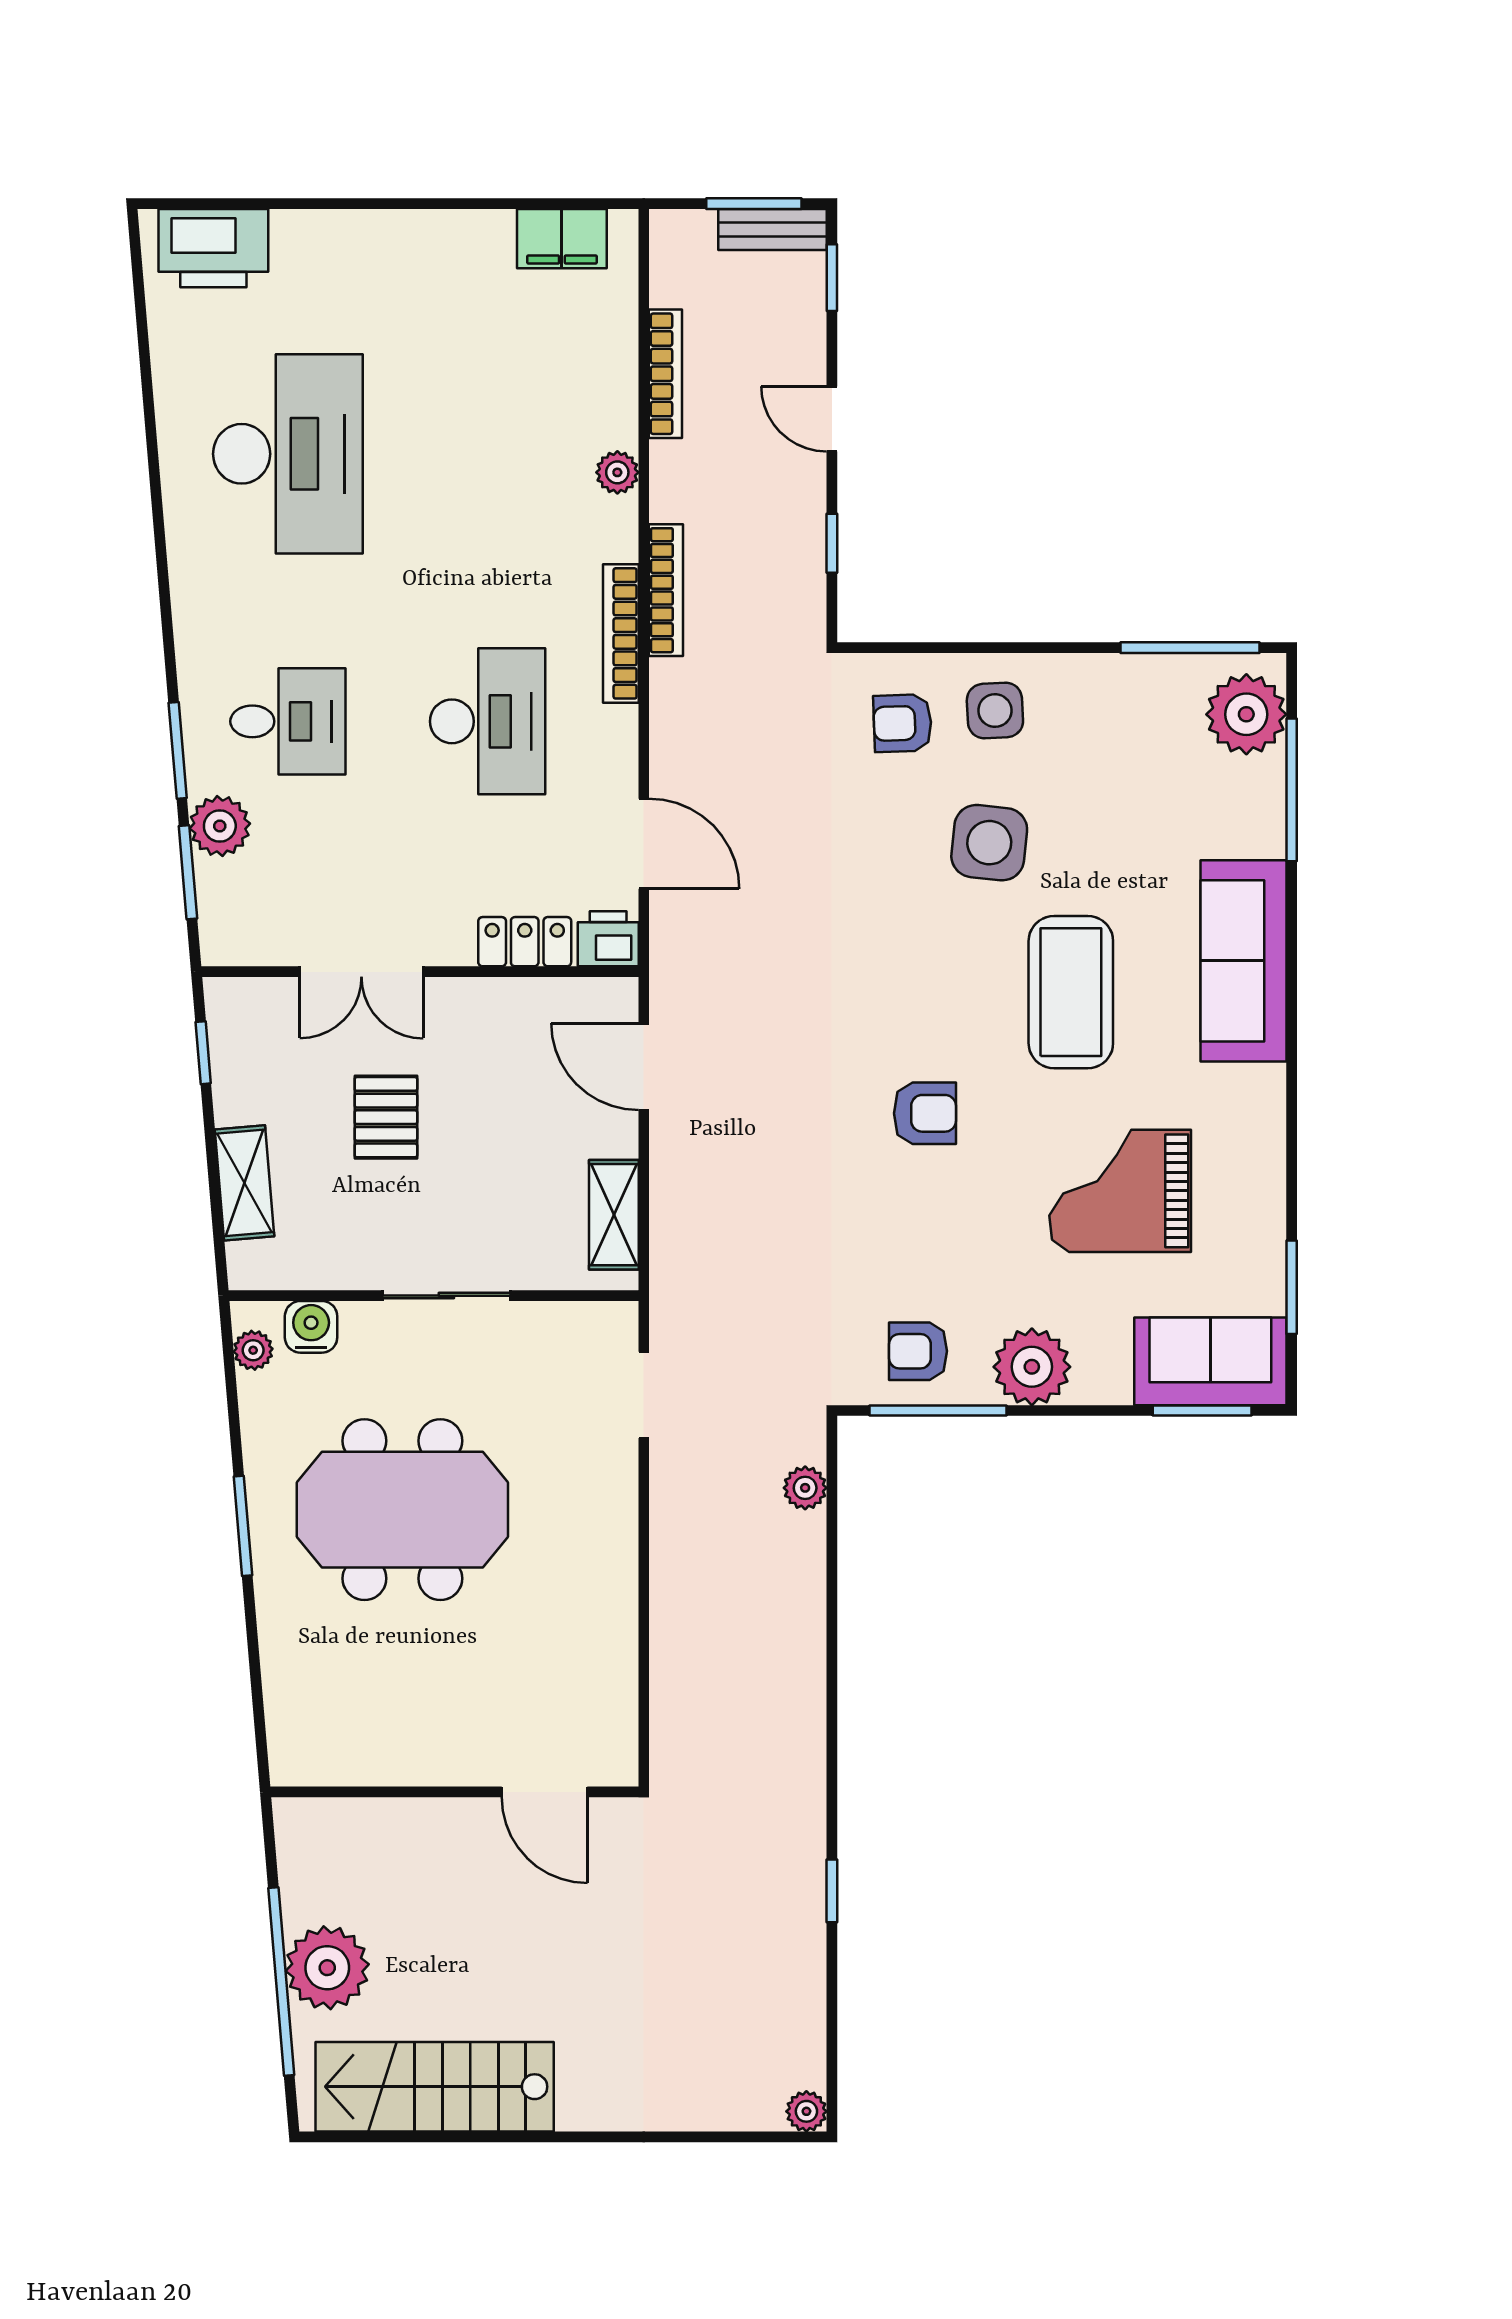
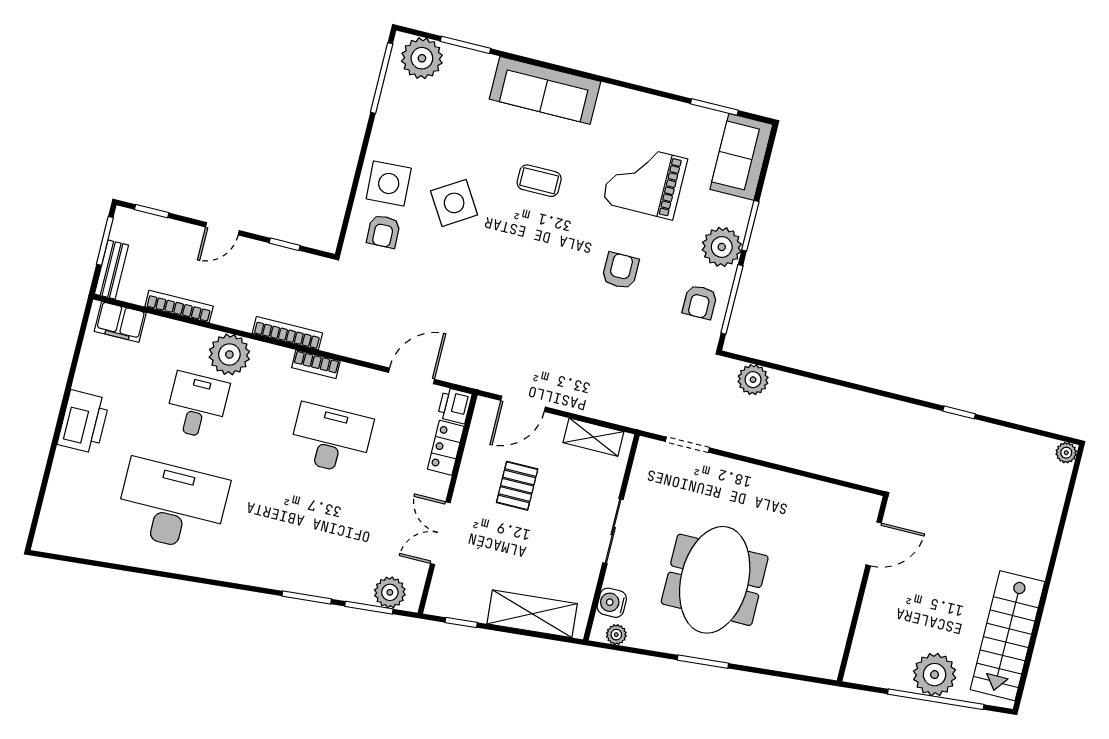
bench: (773, 229) -> (111, 270), moved
filing cabinet: (562, 239) -> (120, 322), moved, turned 90
printer: (213, 248) -> (84, 422), moved
plant: (617, 472) -> (229, 354), width x1.88, depth x1.88
bookcase: (621, 633) -> (316, 364), width x0.64
side table: (995, 711) -> (389, 184), width x1.37, depth x1.37
desk: (288, 721) -> (197, 405), moved
window: (1292, 790) -> (465, 45), width x0.69
plant: (220, 826) -> (390, 592), moved
side table: (989, 843) -> (454, 203), turned -38
double door: (361, 972) -> (440, 533), swing flipped
coffee table: (1071, 992) -> (539, 181), width x0.54, depth x0.58
armchair: (925, 1113) -> (620, 271), moved
pallet: (386, 1117) -> (517, 486), moved, turned 90
shelving: (245, 1183) -> (532, 614), width x1.50, depth x1.33
grand piano: (1120, 1191) -> (645, 181), turned 90
window: (1202, 1411) -> (750, 226), moved
plant: (805, 1488) -> (753, 380), width x1.38, depth x1.38

